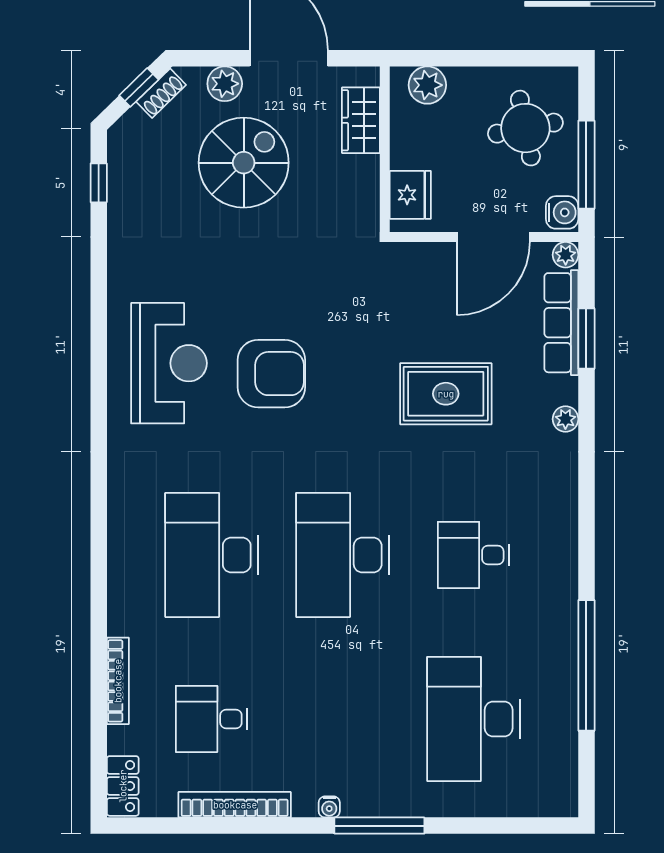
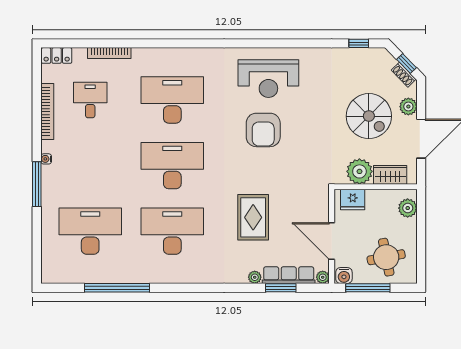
plant: (354, 181) -> (359, 171), added
plant: (565, 419) -> (255, 277), moved
desk: (474, 555) -> (172, 231), width x1.87, depth x1.30

